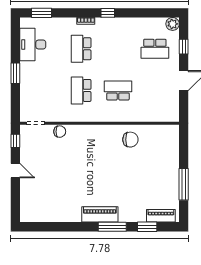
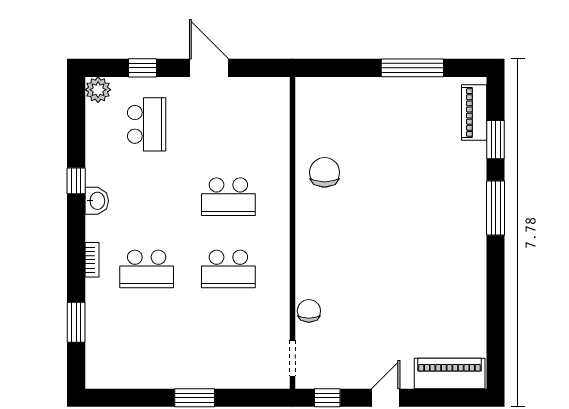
window: (41, 13) -> (76, 322), moved
window: (108, 13) -> (76, 181), moved
washbasin: (116, 23) -> (97, 201), added
desk: (33, 44) -> (138, 364), removed
school desk: (118, 90) -> (228, 197), turned -90
piano: (100, 214) -> (450, 374), moved, turned 90

